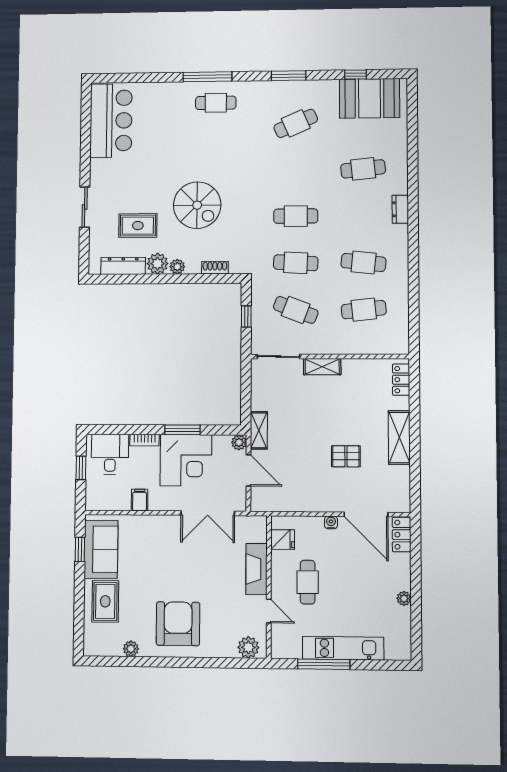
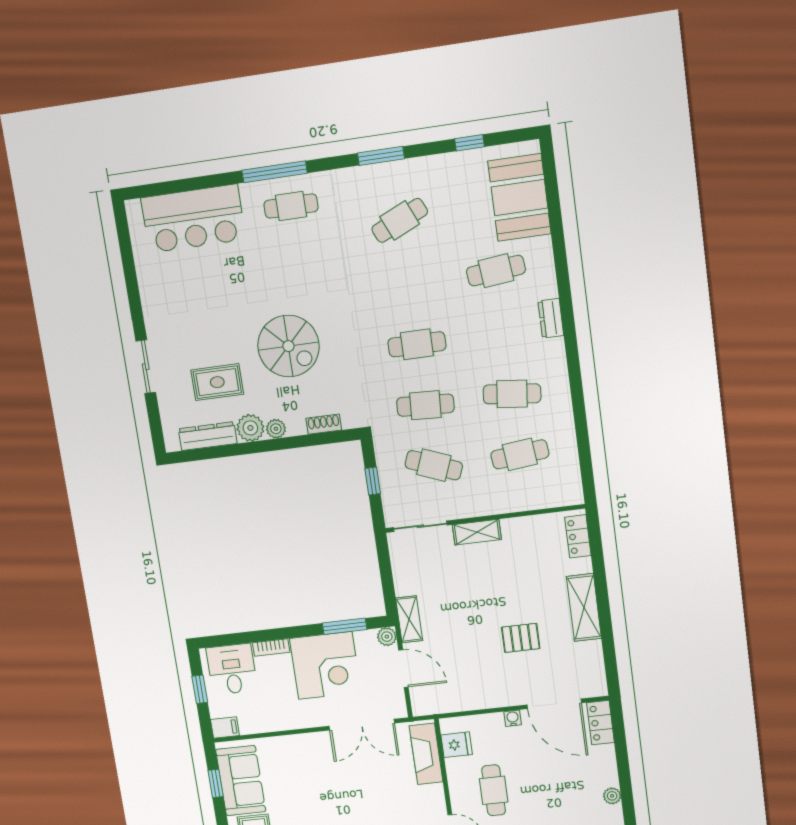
booth: (369, 98) -> (519, 197), moved, turned 90
bar counter: (111, 121) -> (193, 219), moved, turned 90
window: (183, 430) -> (345, 626), moved
filing cabinet: (140, 500) -> (225, 727), moved, turned 90
fireplace: (257, 569) -> (426, 754), moved

